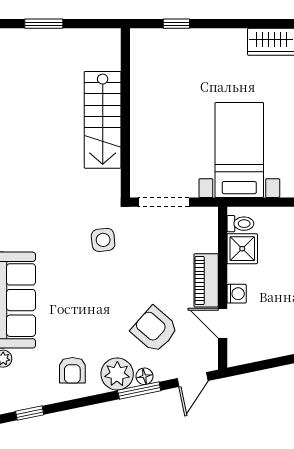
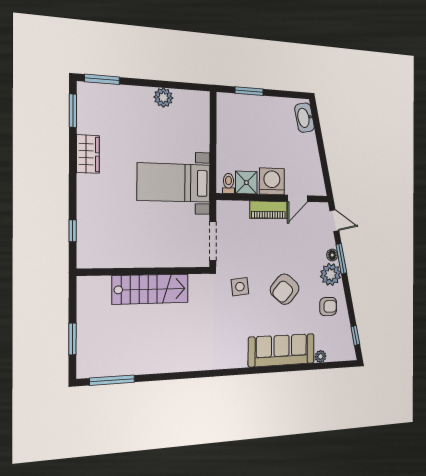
washing machine: (237, 294) -> (272, 181), width x1.89, depth x1.89
armchair: (155, 329) -> (285, 289), moved

